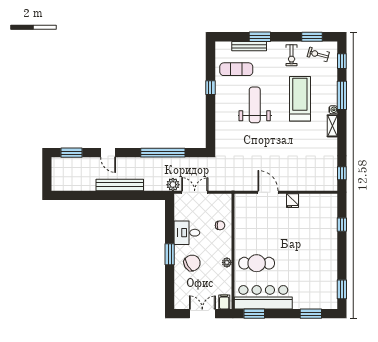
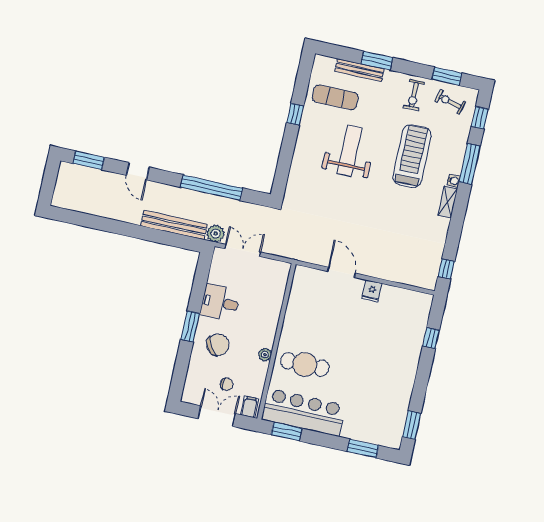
bench: (120, 185) -> (174, 225), moved
chair: (220, 225) -> (227, 384), moved

